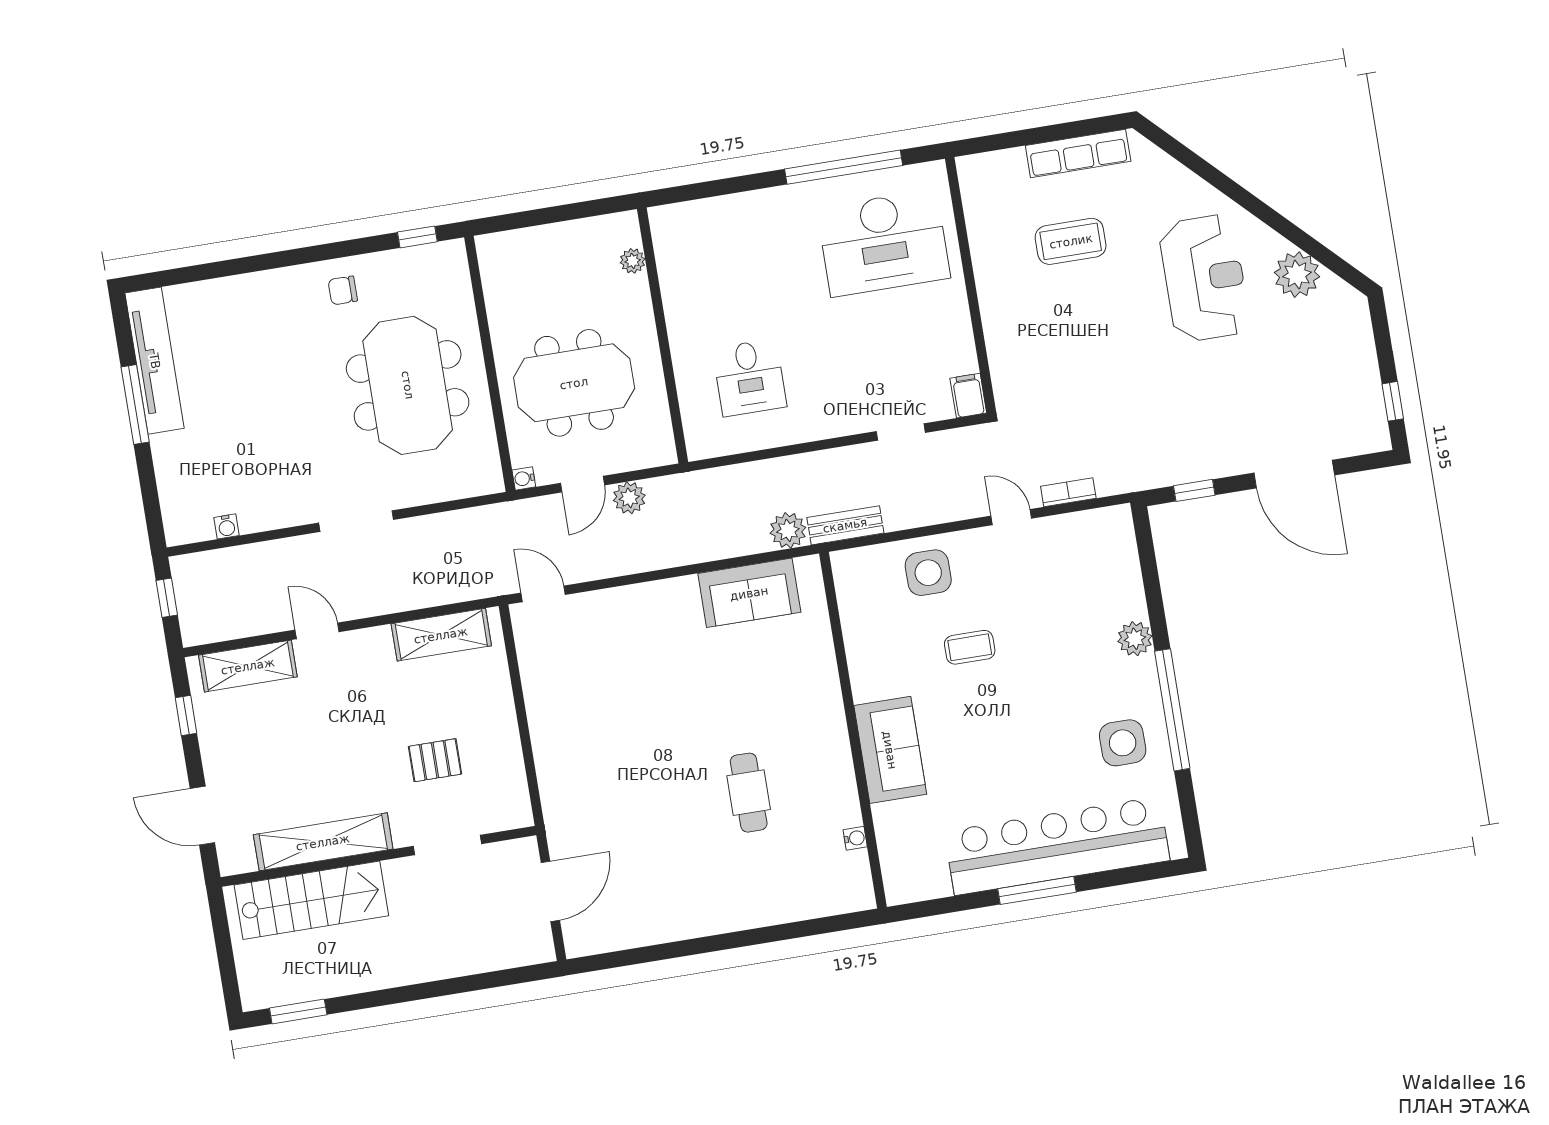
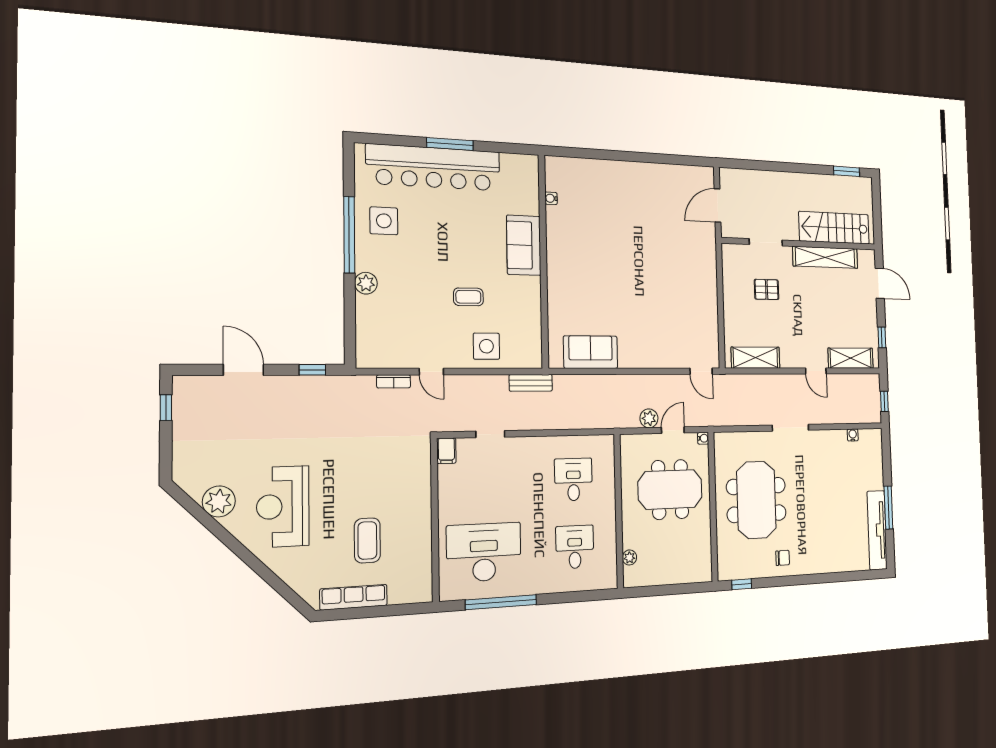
coffee table: (1071, 241) -> (367, 540), turned 90
desk: (732, 268) -> (575, 547), added
door: (1294, 474) -> (243, 370), width x0.73
plant: (788, 530) -> (564, 385), removed
cafe table: (749, 793) -> (606, 237), removed

